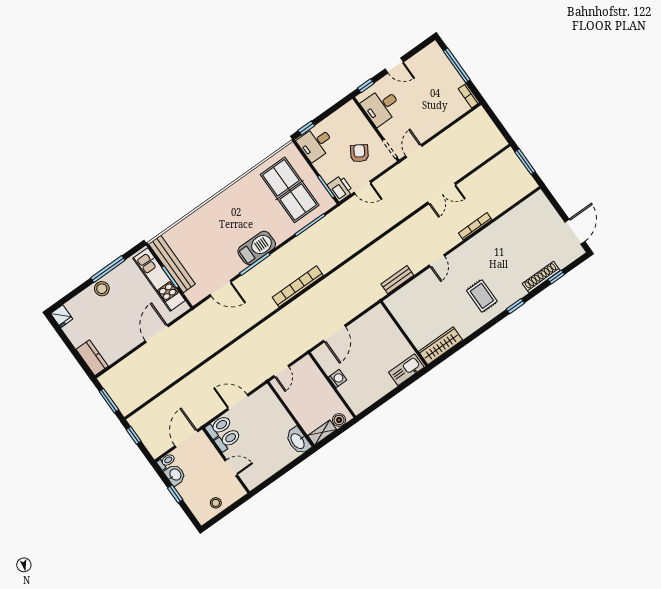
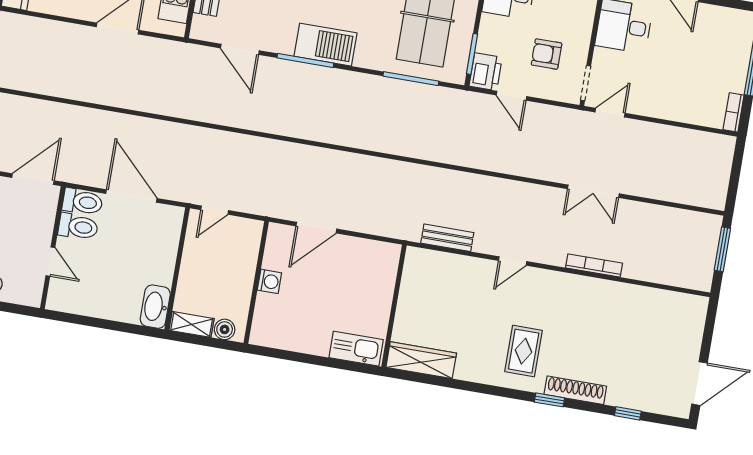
armchair: (359, 153) -> (547, 54), turned -122
shoe rack: (541, 277) -> (575, 390), moved
bookcase: (298, 286) -> (328, 134), removed
door: (238, 402) -> (131, 196), width x1.36

